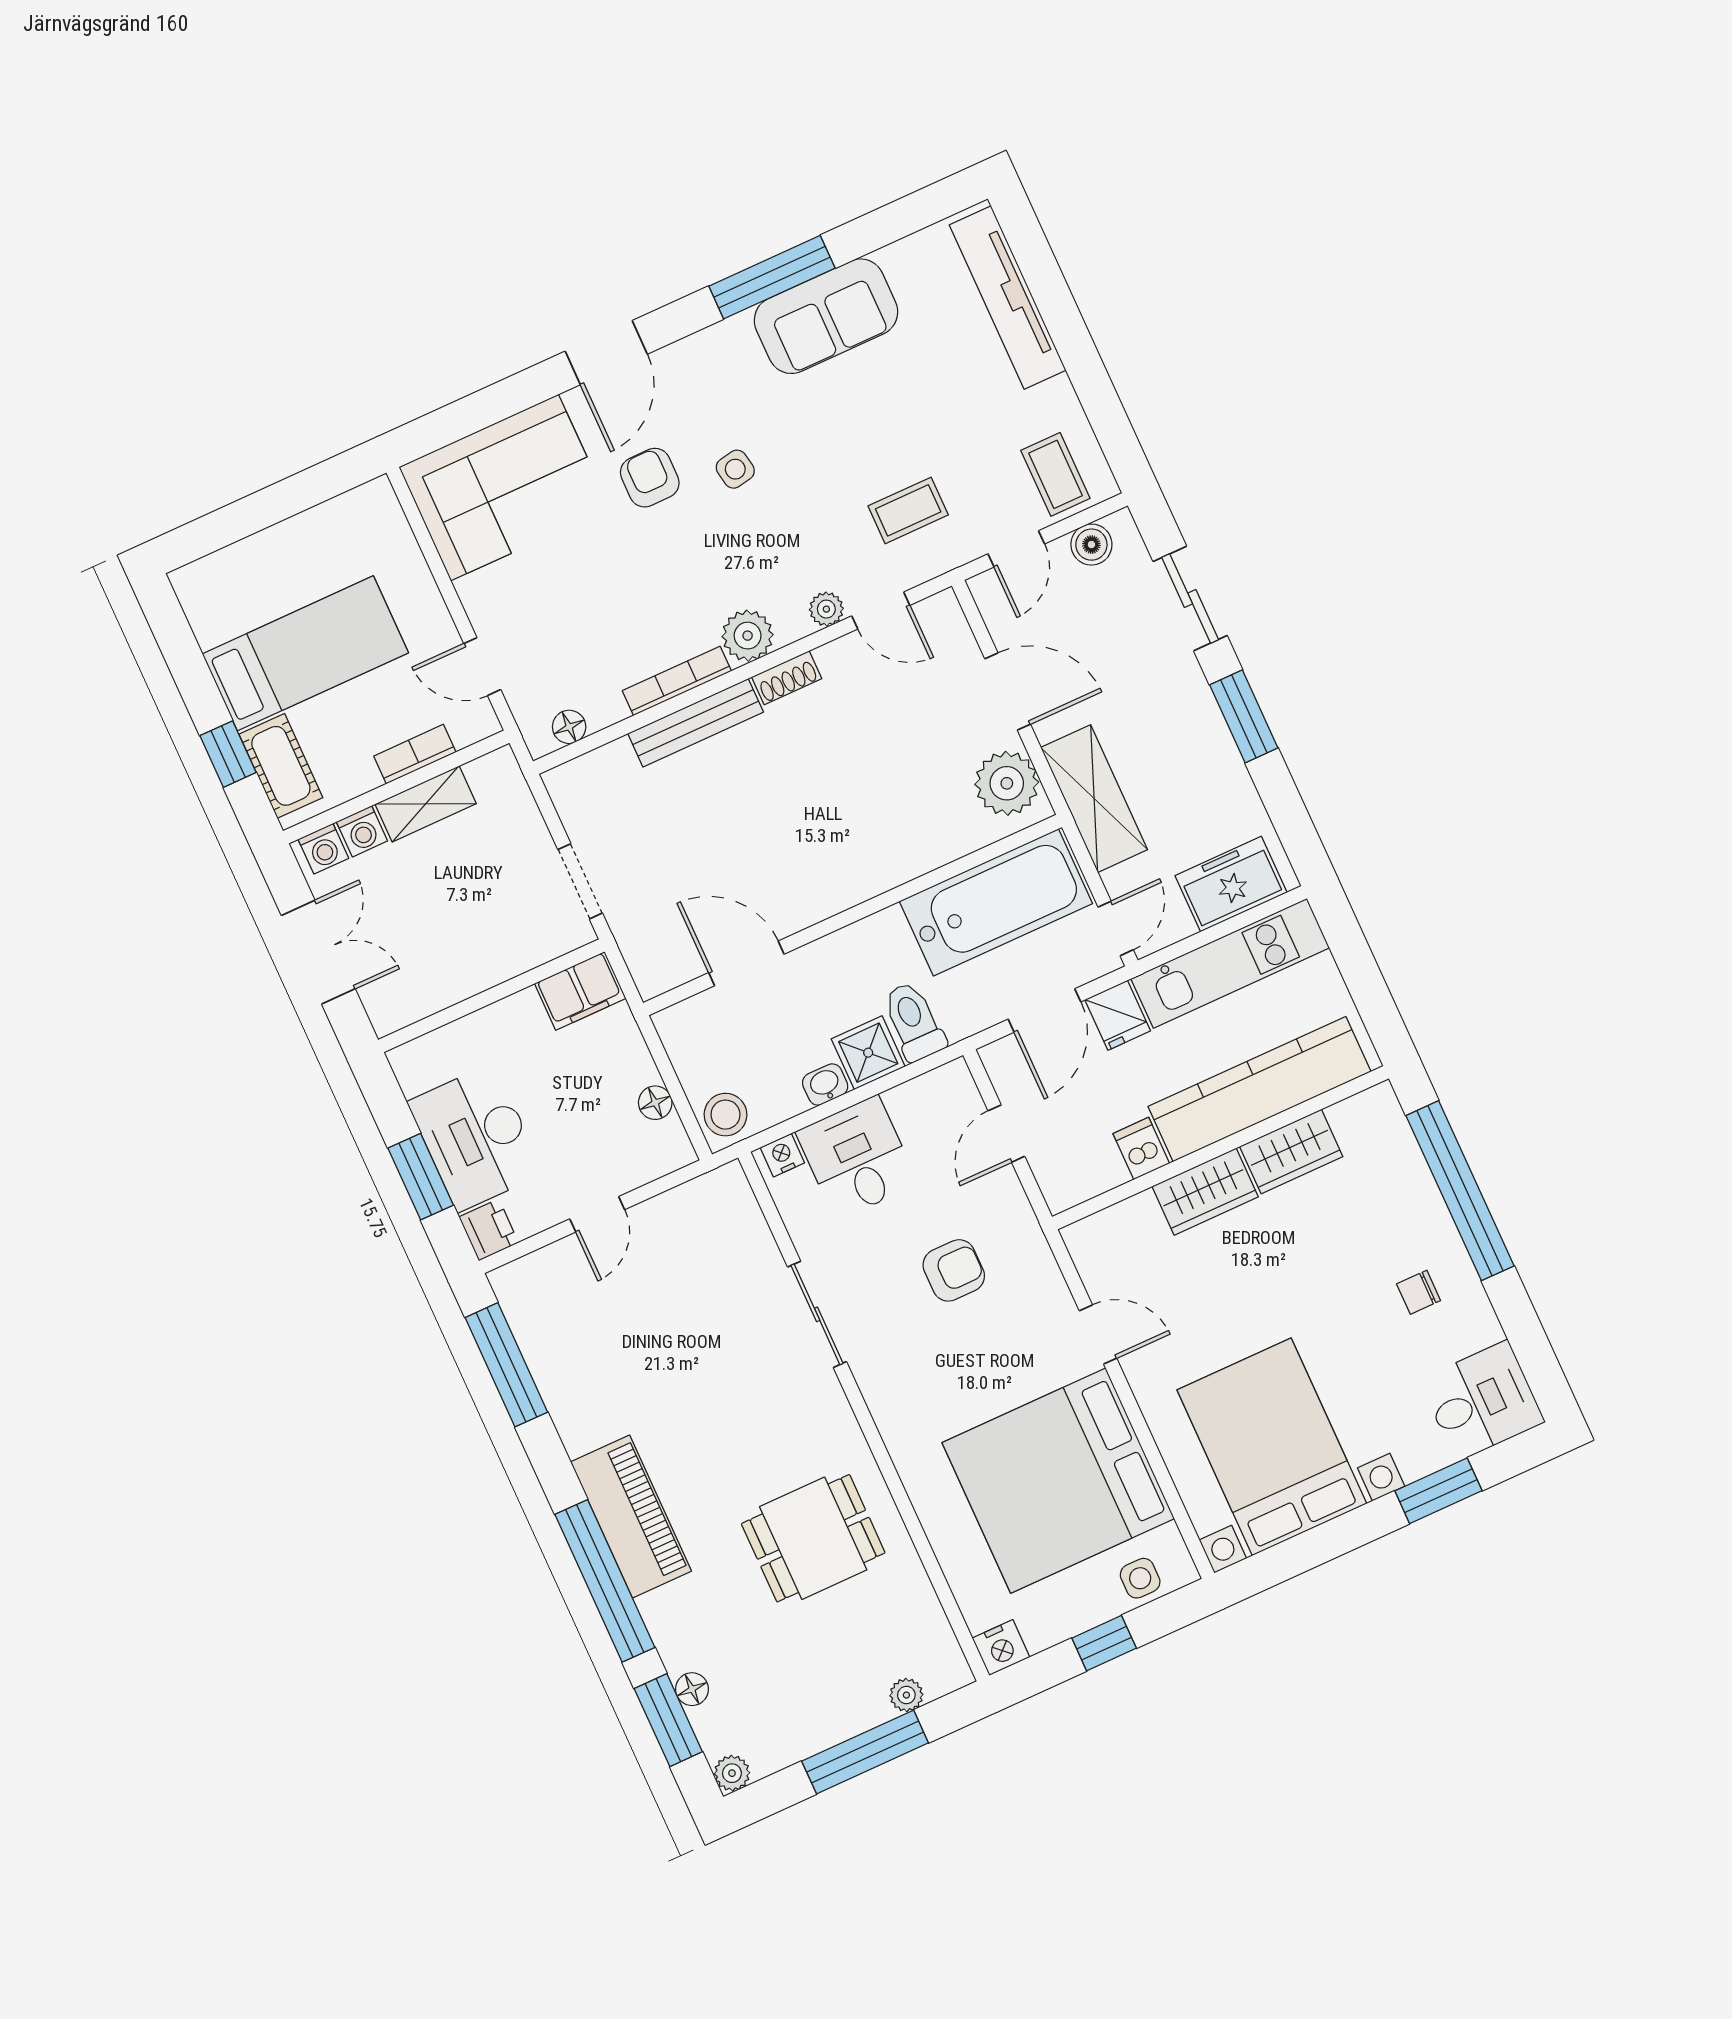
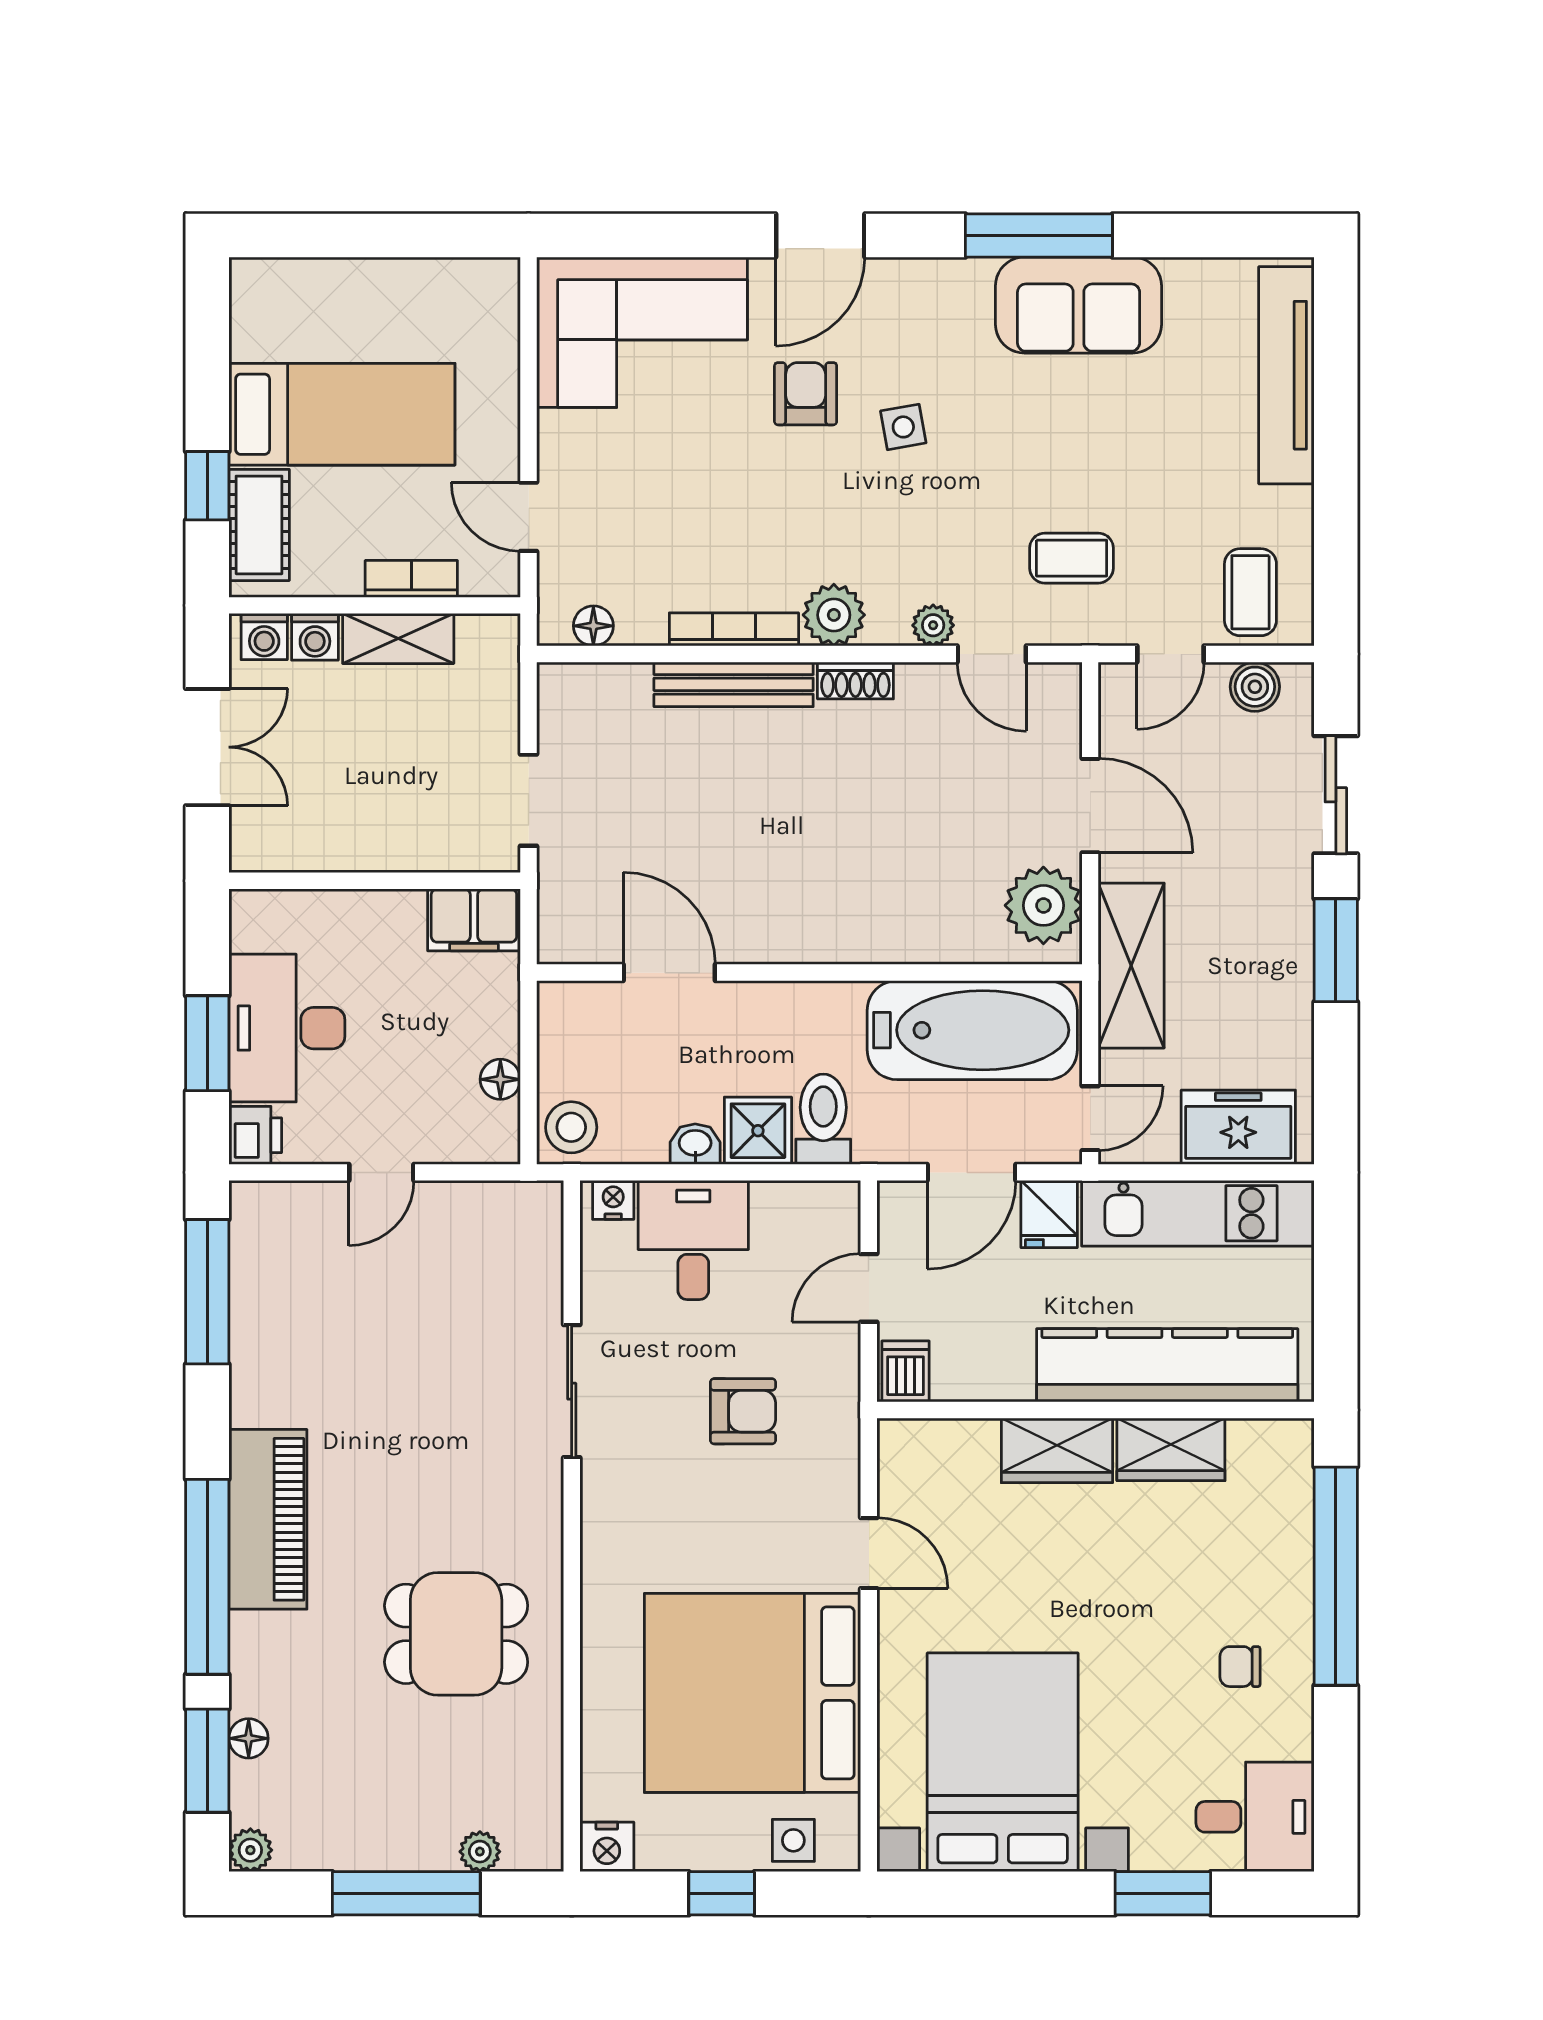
dishwasher: (1141, 1148) -> (905, 1371), moved

